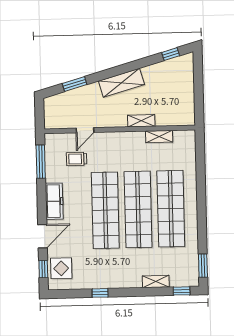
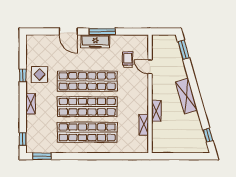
window: (75, 84) -> (184, 50), moved
window: (41, 162) -> (102, 32), moved
display table: (61, 268) -> (39, 75), moved
window: (43, 269) -> (42, 32), removed
shelving: (156, 282) -> (31, 104), moved

